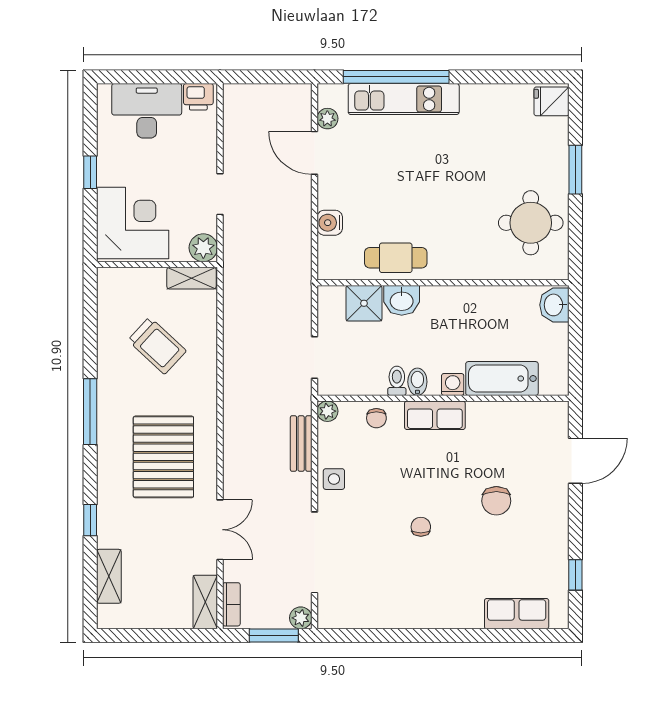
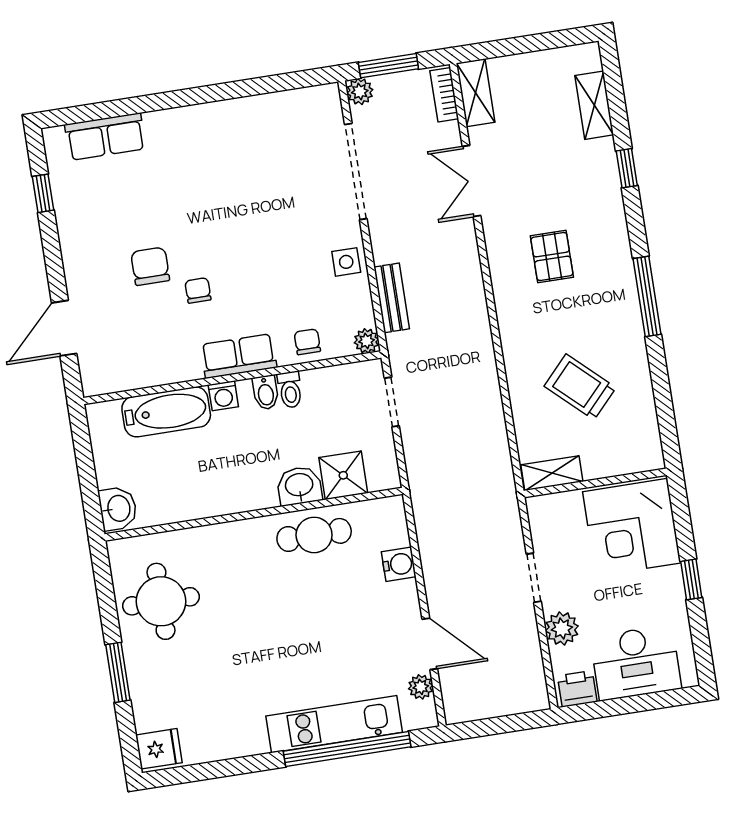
plant: (203, 248) -> (562, 629), moved
pallet: (163, 457) -> (552, 257), width x0.49, depth x0.50
chair: (421, 527) -> (198, 290), moved, turned 180

